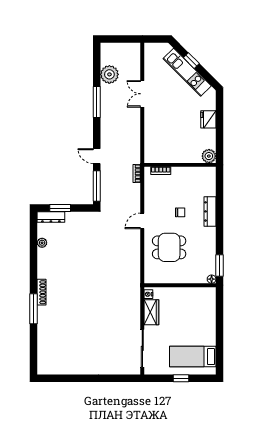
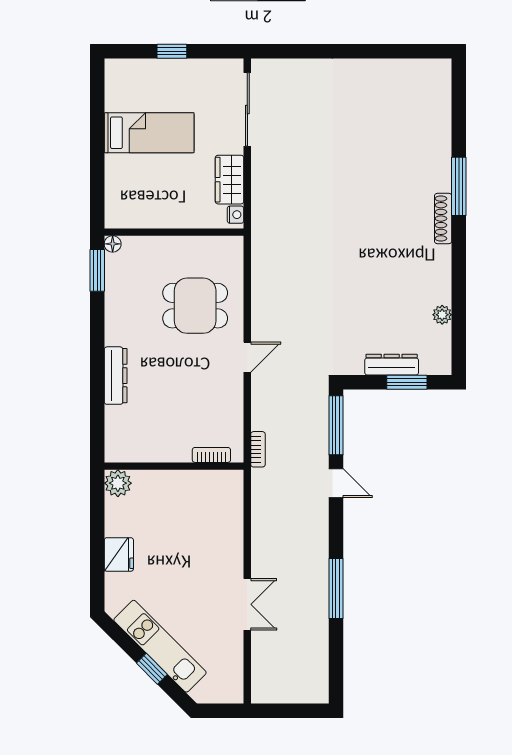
plant: (109, 74) -> (311, 642), removed
chair: (180, 212) -> (174, 374), removed
dresser: (51, 217) -> (392, 365), moved
bed: (193, 357) -> (149, 133), moved

